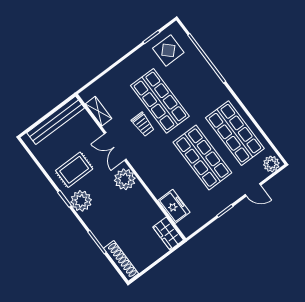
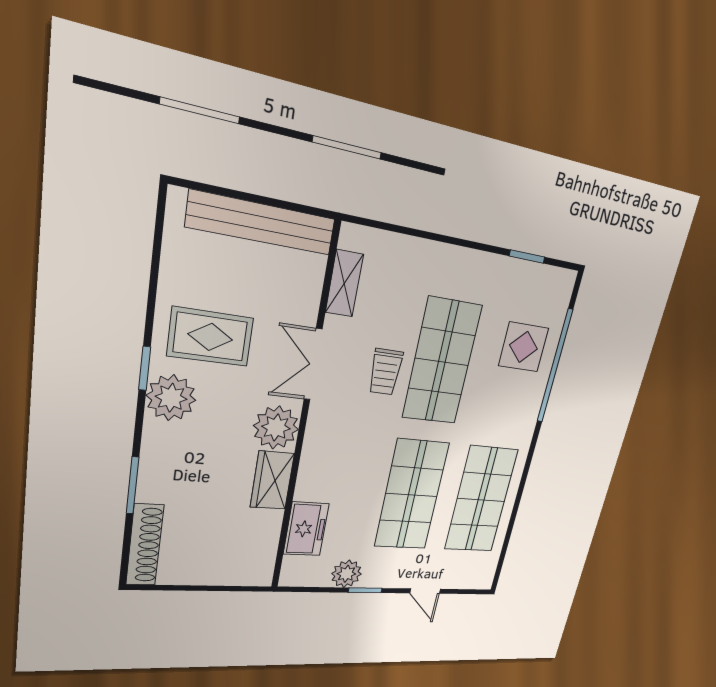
display table: (168, 50) -> (524, 347), moved
plant: (271, 164) -> (347, 574), moved
wardrobe: (168, 233) -> (272, 480), moved

